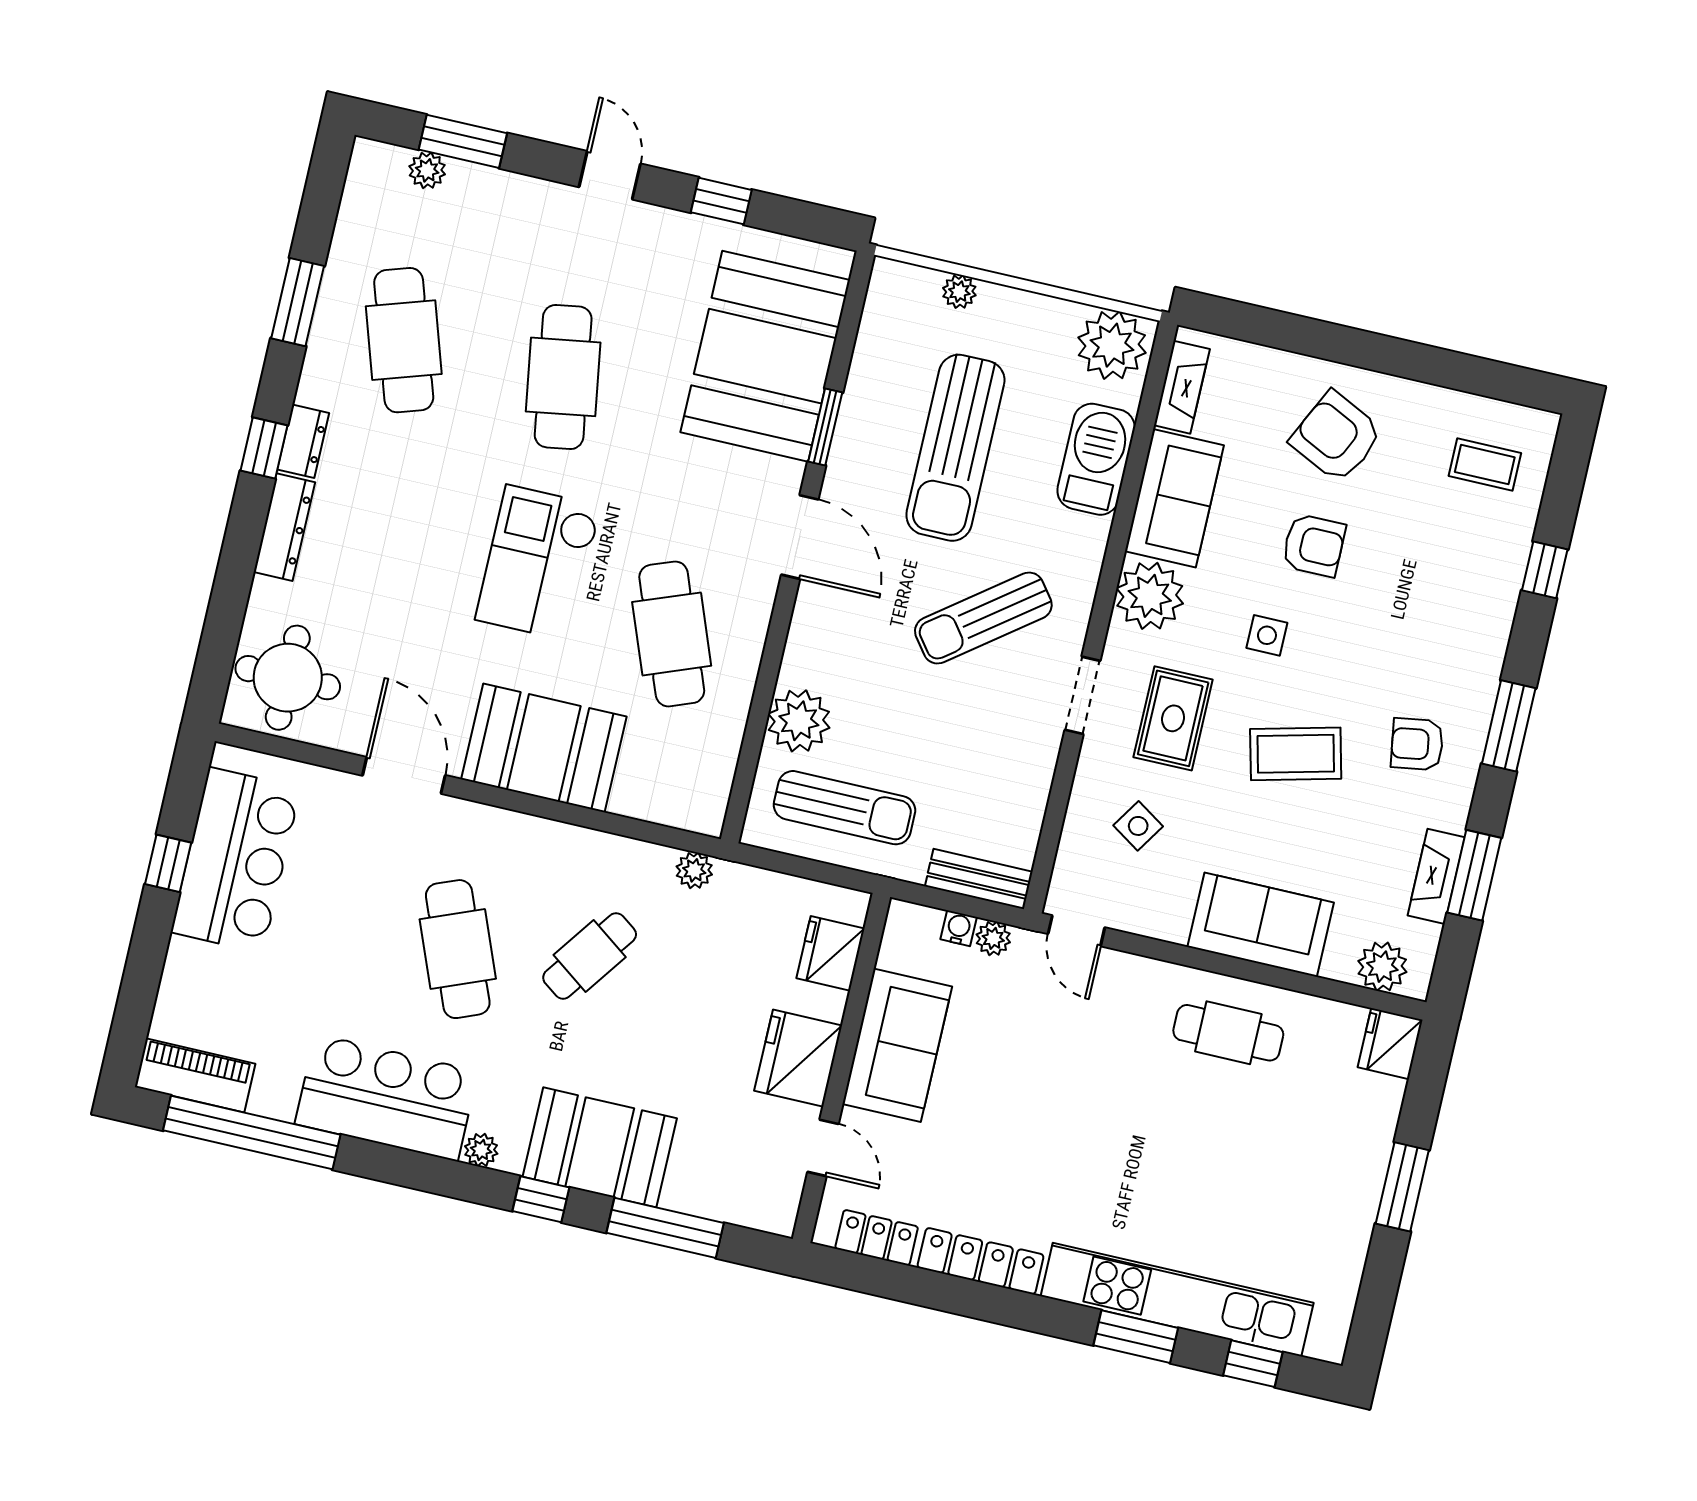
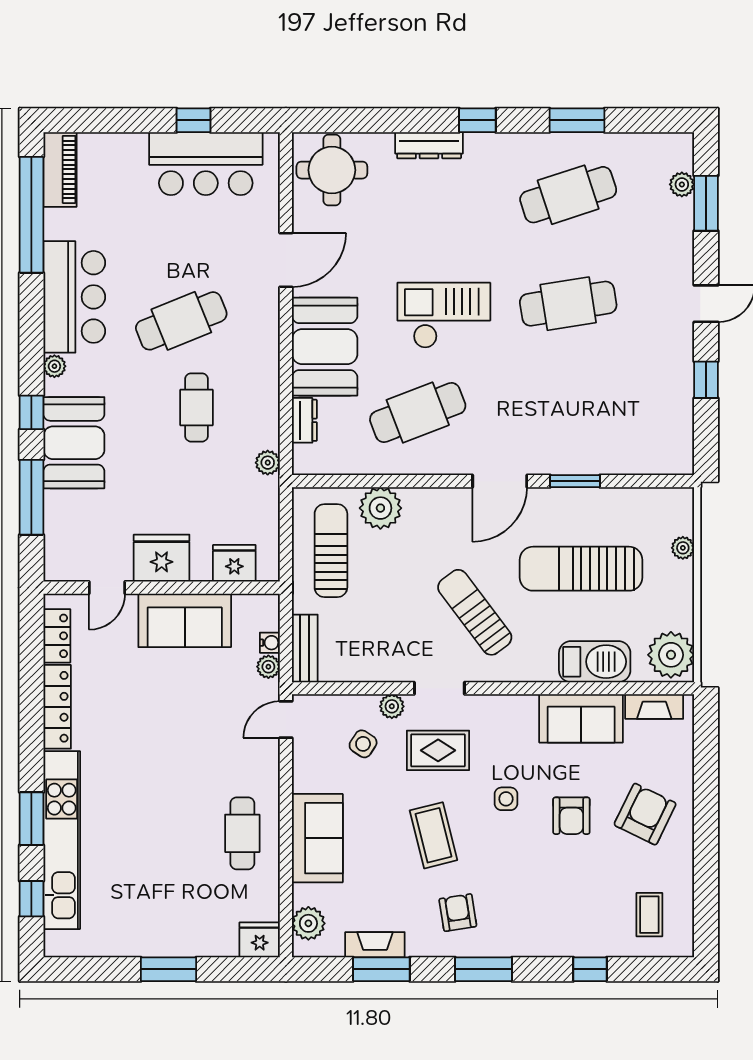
booth: (765, 356) -> (612, 432), removed
dresser: (303, 441) -> (304, 420), moved, turned -90
plant: (1150, 596) -> (392, 706), moved, width x0.53, depth x0.53
sun lounger: (844, 808) -> (331, 551), turned 180
cafe table: (590, 956) -> (197, 407), turned 54

